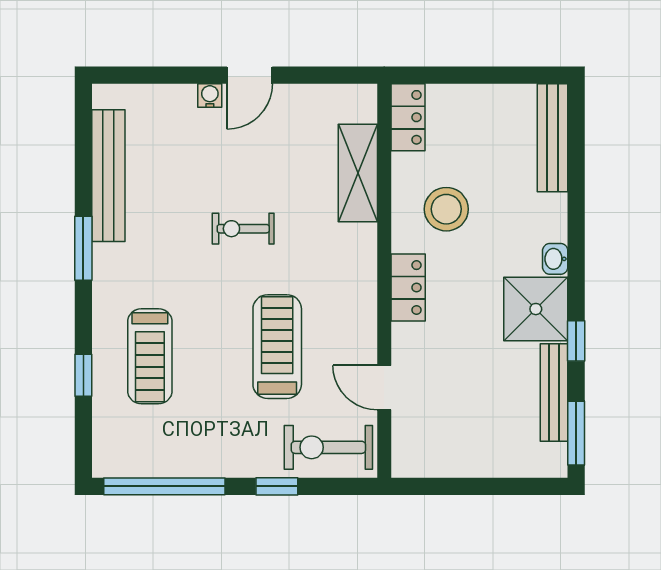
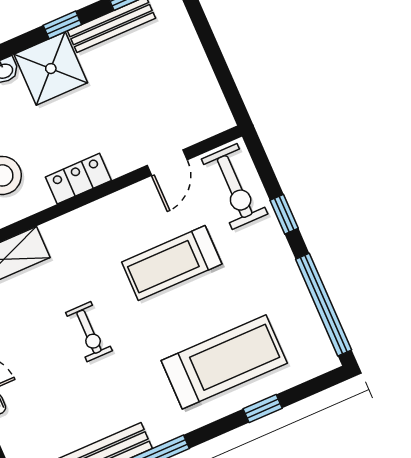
treadmill: (150, 356) -> (224, 362), width x1.37, depth x1.38

